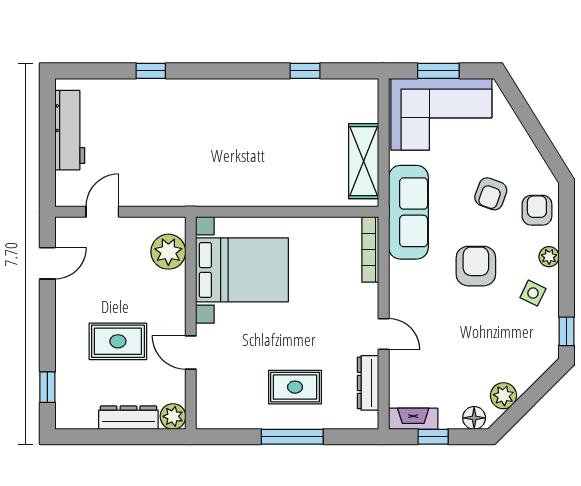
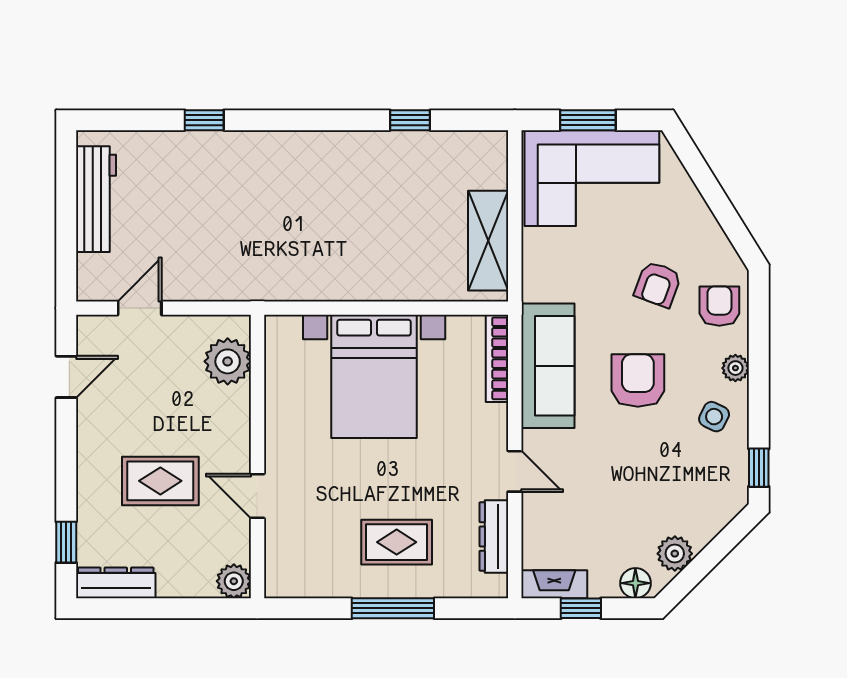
sofa: (408, 212) -> (548, 366), moved
bed with nightstands: (242, 270) -> (374, 376), moved, turned 90
dresser: (128, 418) -> (116, 583), moved

